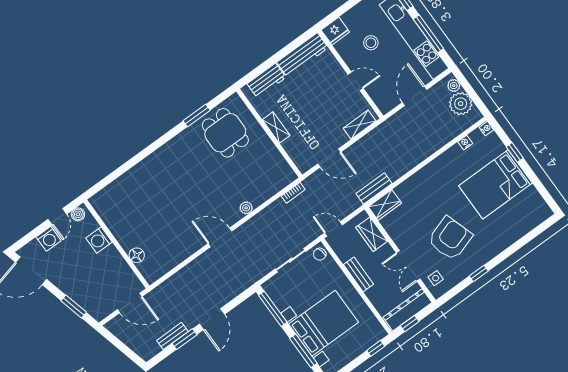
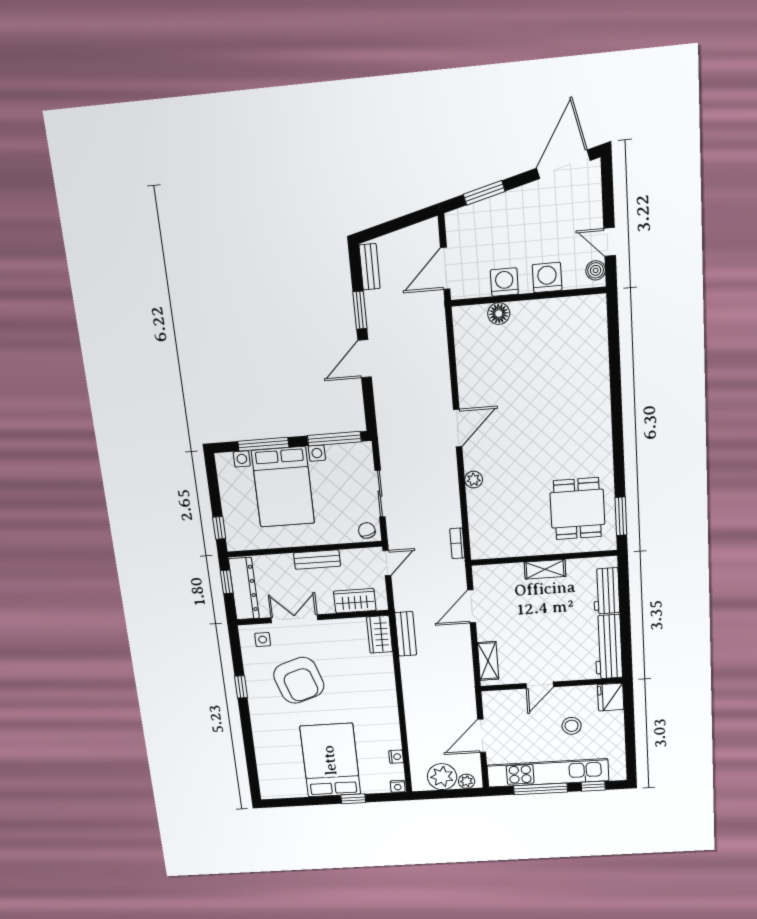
door: (415, 96) -> (482, 736), swing flipped
window: (197, 115) -> (621, 516), moved
dining table: (225, 133) -> (577, 509), turned 90
washing machine: (49, 239) -> (504, 282), moved, turned 90
door: (212, 319) -> (365, 359), hinge flipped
bench: (172, 336) -> (370, 267), moved

